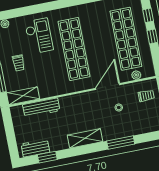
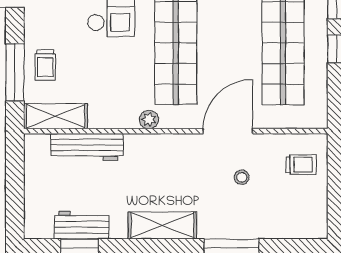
trolley: (19, 63) -> (45, 65), moved
plant: (136, 75) -> (149, 120), moved
workbench: (35, 148) -> (82, 225), moved

